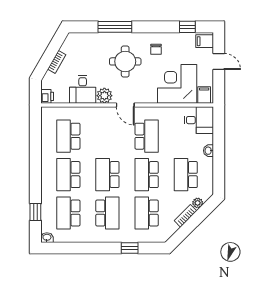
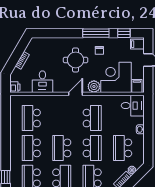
window: (115, 27) -> (96, 33), moved
plant: (104, 96) -> (94, 86), moved
door: (125, 105) -> (76, 94), swing flipped
school desk: (147, 175) -> (92, 148), turned 180

